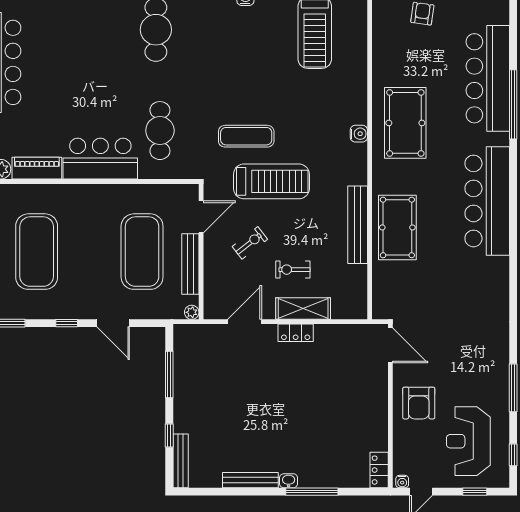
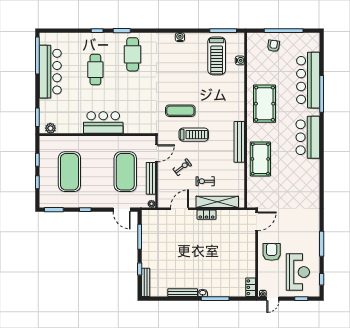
cafe table: (160, 131) -> (95, 70), moved
water cooler: (359, 134) -> (240, 60), moved
piano: (37, 168) -> (70, 128), removed
treadmill: (271, 181) -> (194, 135), width x0.73, depth x0.73
bar counter: (487, 201) -> (308, 137), width x0.73
bench: (358, 225) -> (239, 142), moved
shelving: (303, 308) -> (217, 202), width x1.47
door: (113, 323) -> (122, 210), moved
door: (390, 345) -> (257, 221), hinge flipped
armchair: (419, 403) -> (272, 252), turned 180
reception desk: (468, 441) -> (298, 272), turned 180

